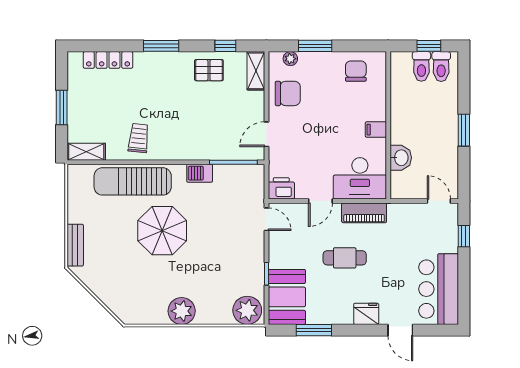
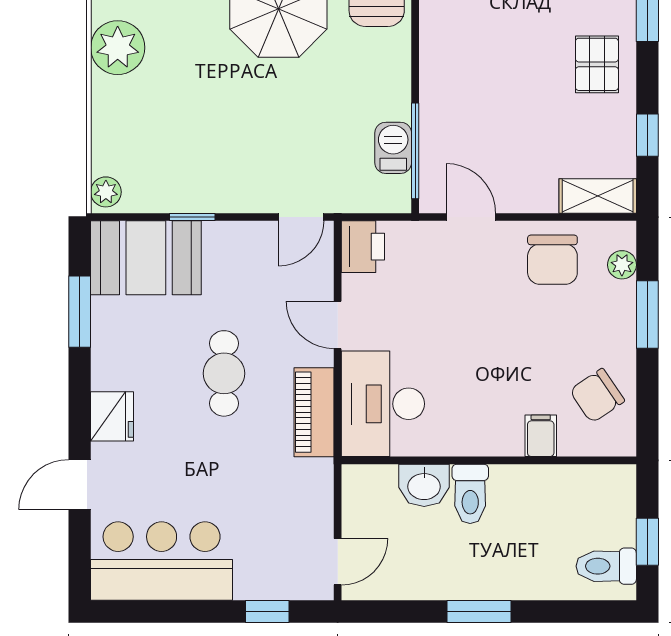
toilet: (421, 66) -> (470, 494), moved, turned -90
pallet: (209, 70) -> (597, 64), moved
chair: (356, 71) -> (597, 396), turned 146
filing cabinet: (376, 130) -> (541, 436), moved
barbecue: (200, 173) -> (393, 148), moved
plant: (247, 310) -> (106, 192), width x0.53, depth x0.53

